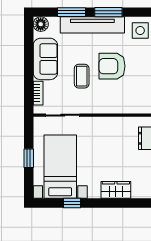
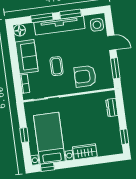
armchair: (112, 66) -> (85, 76), moved
wardrobe: (116, 190) -> (85, 152), moved
window: (72, 203) -> (47, 167), moved

